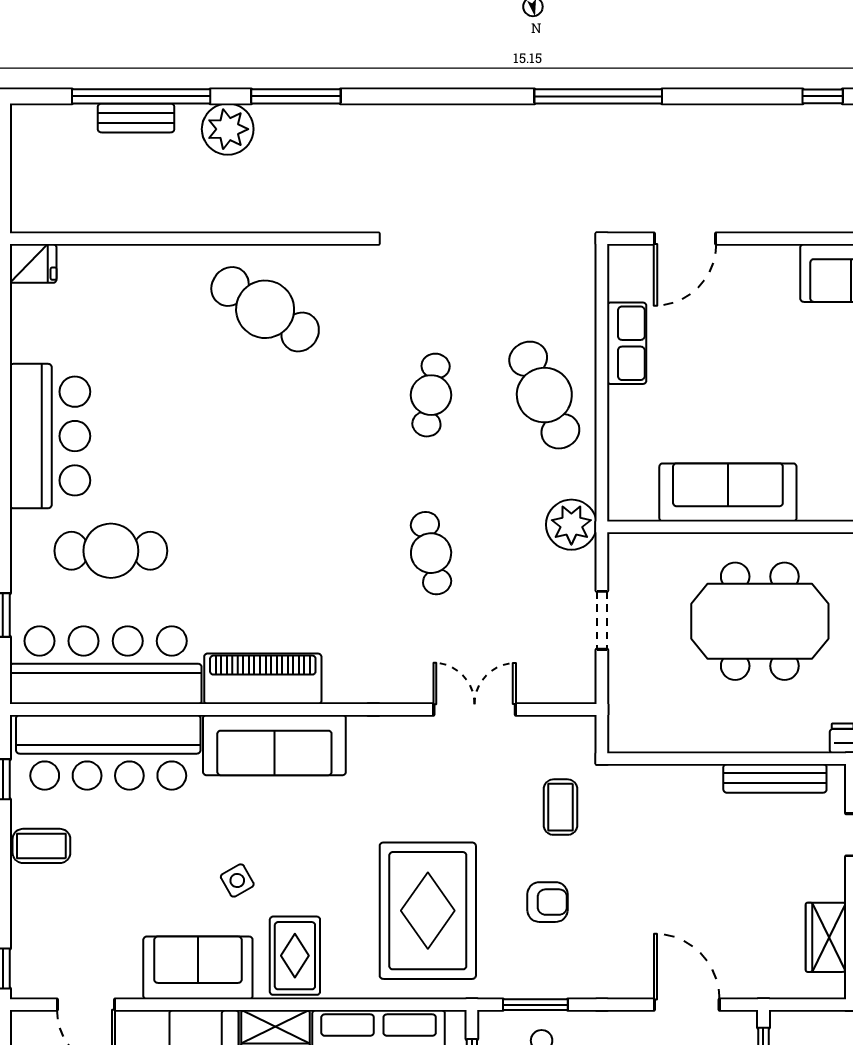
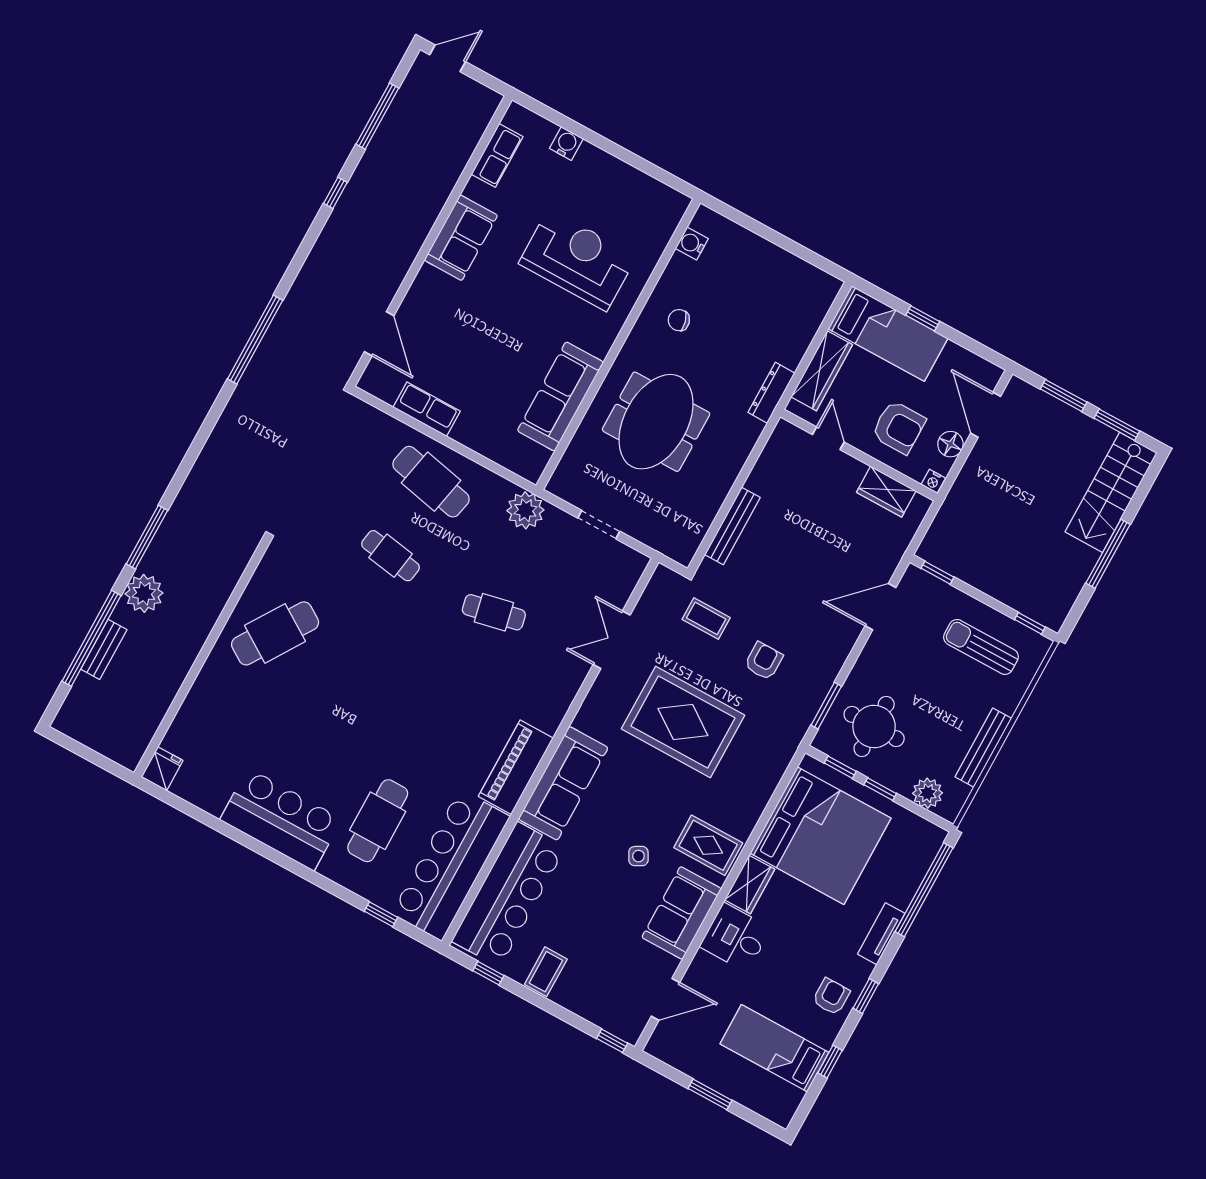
cafe table: (544, 395) -> (431, 482), turned 36
bench: (775, 778) -> (732, 526), moved
rug: (428, 911) -> (683, 722), moved

